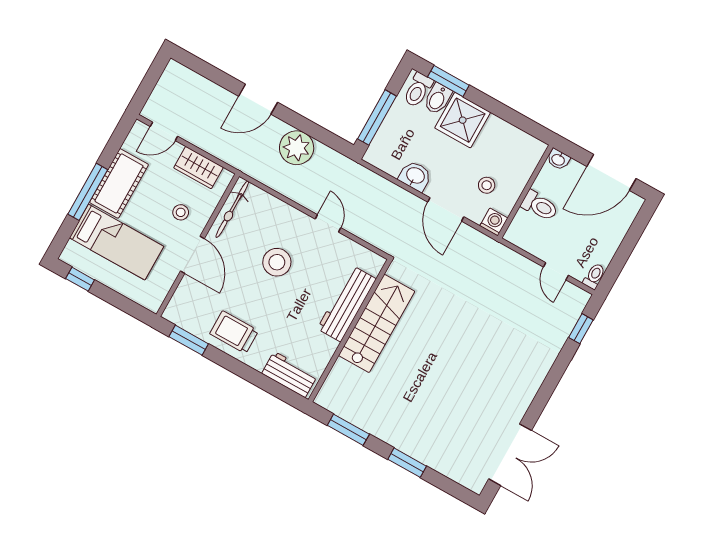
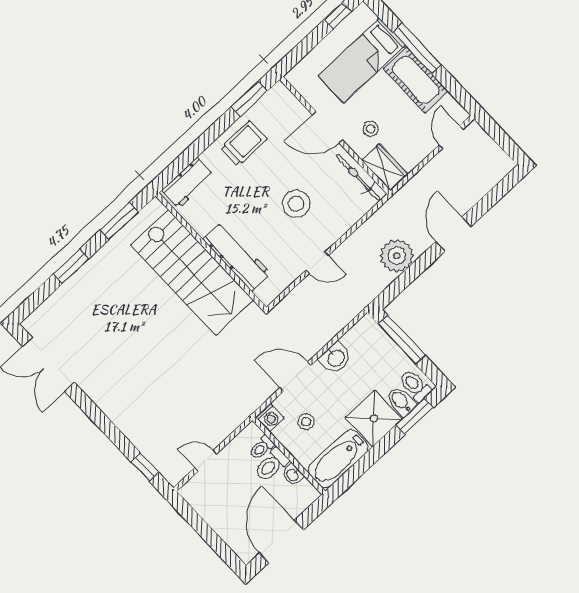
bathtub: (513, 142) -> (338, 459), added
washbasin: (558, 159) -> (293, 475), moved, turned -90
wardrobe: (199, 168) -> (385, 167), moved, turned 90
toilet: (594, 276) -> (262, 448), moved, turned 90
stairs: (377, 323) -> (192, 273), width x1.36, depth x1.51

